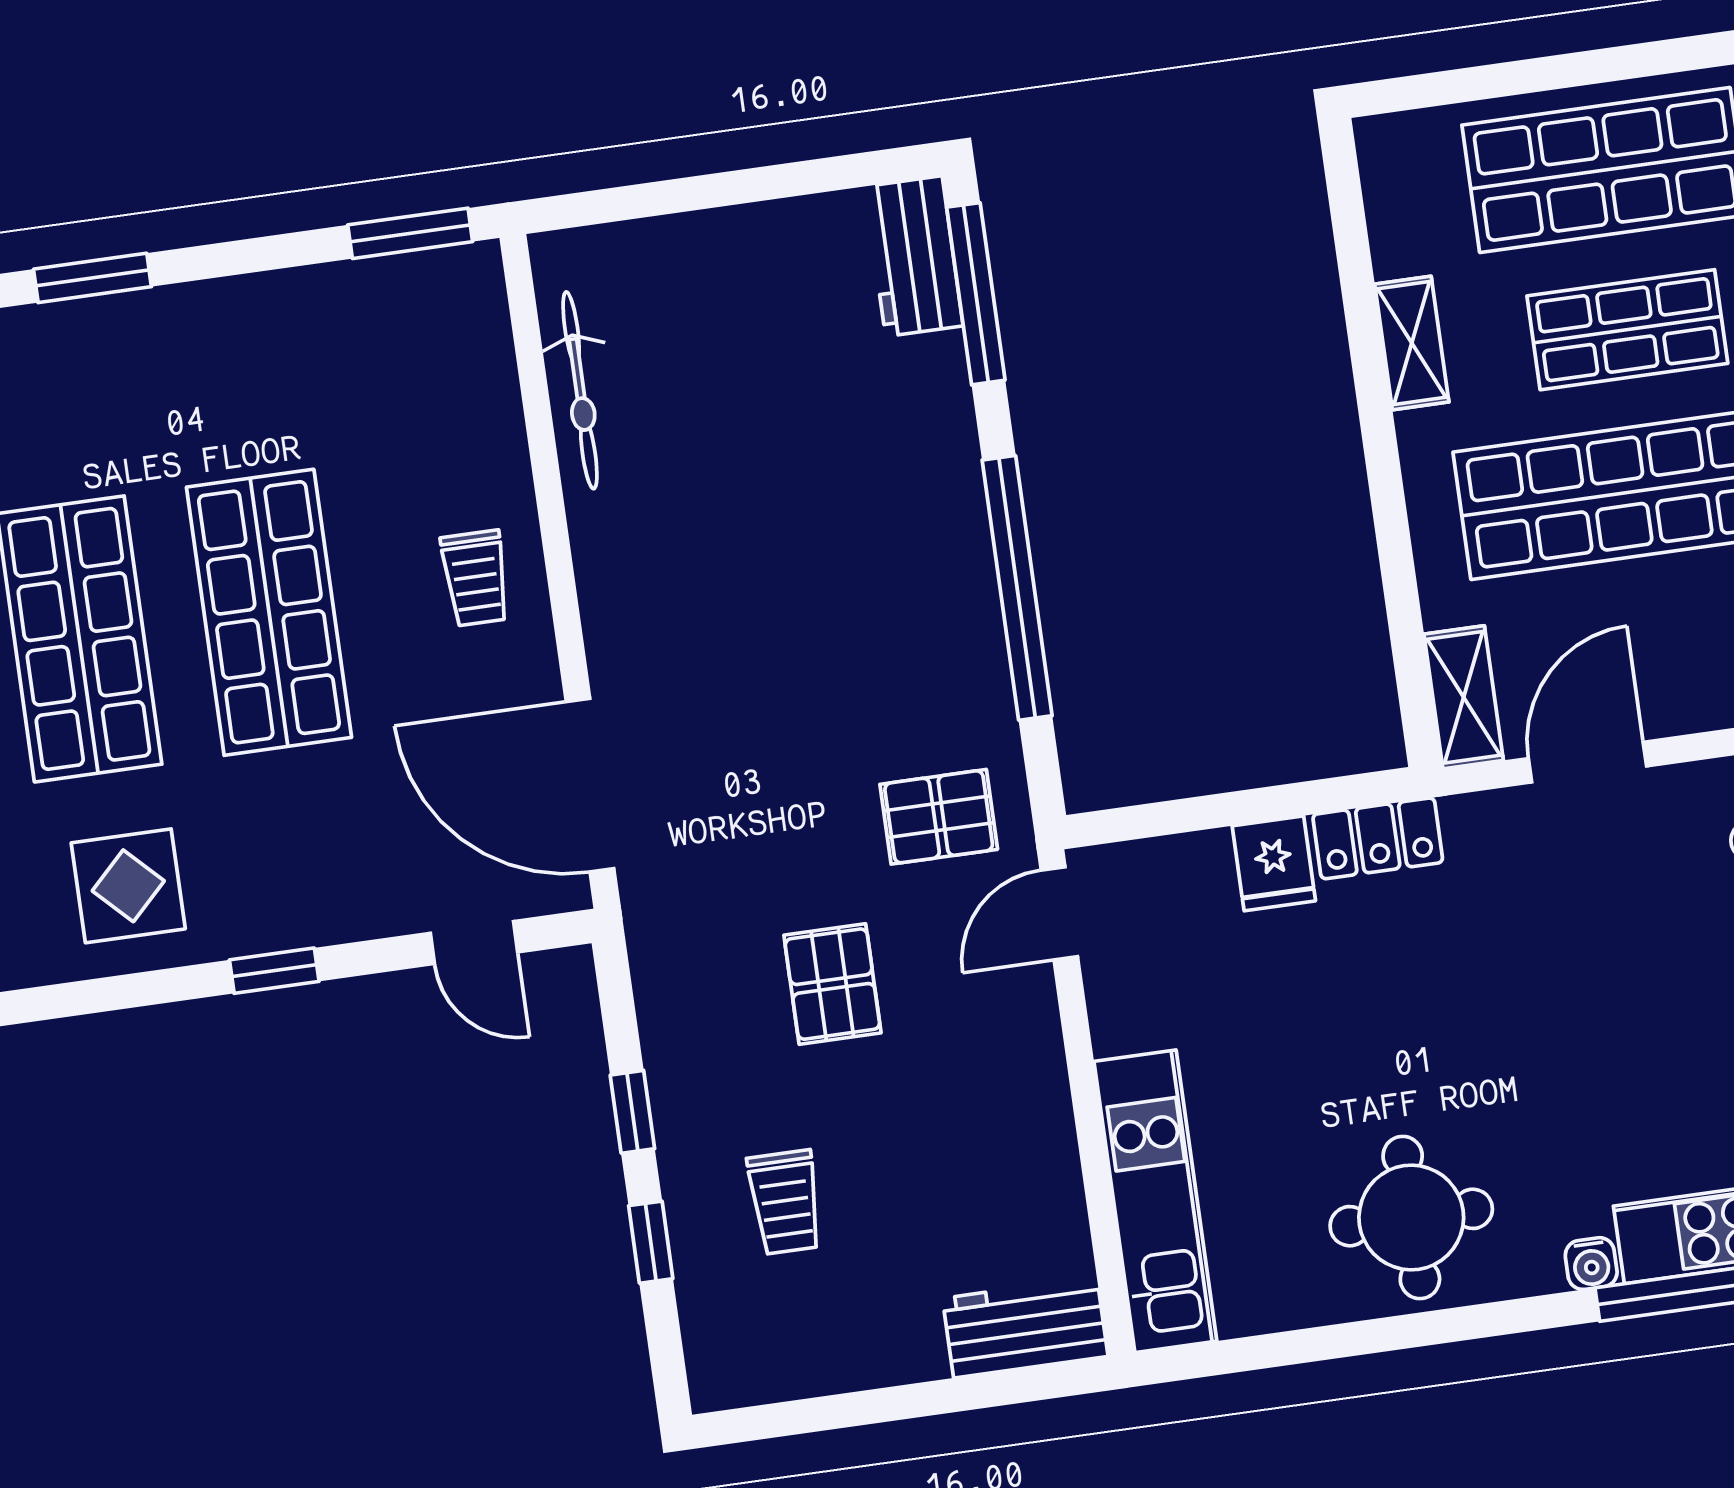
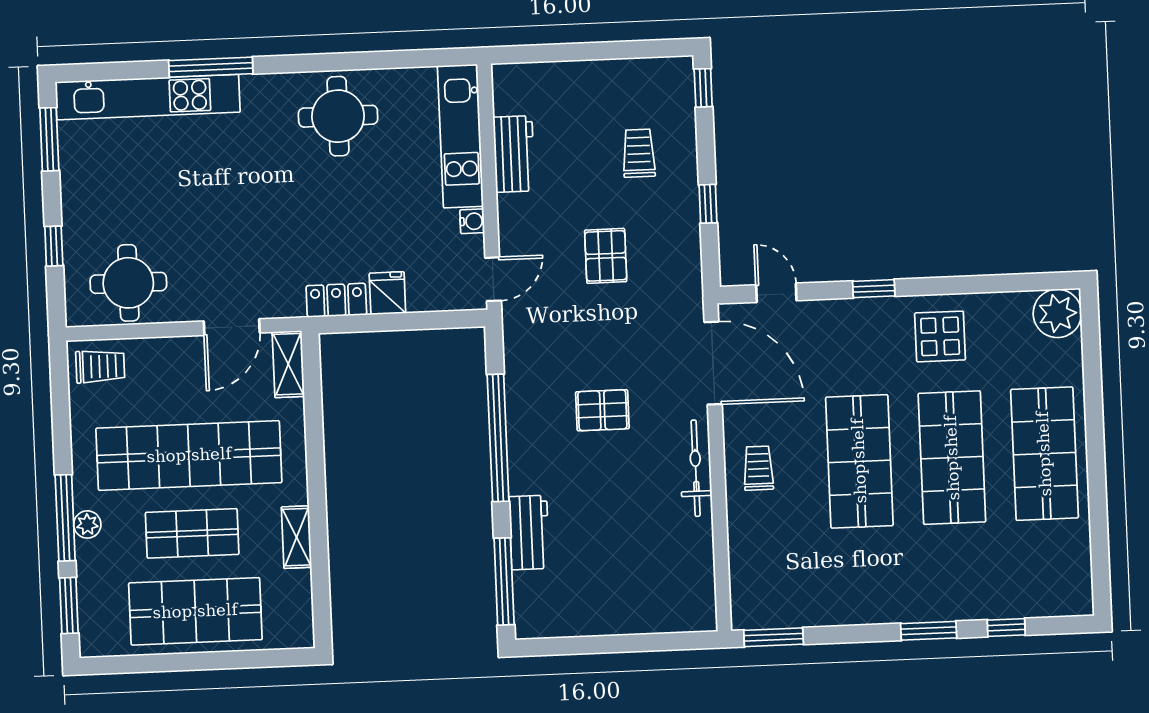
workbench: (914, 256) -> (529, 533), moved
bicycle: (580, 390) -> (696, 468), moved
pallet: (939, 817) -> (602, 410), moved
window: (651, 1242) -> (703, 88), moved
water cooler: (1591, 1264) -> (472, 221), moved, turned 90
workbench: (1025, 1327) -> (514, 154), moved, turned -90

